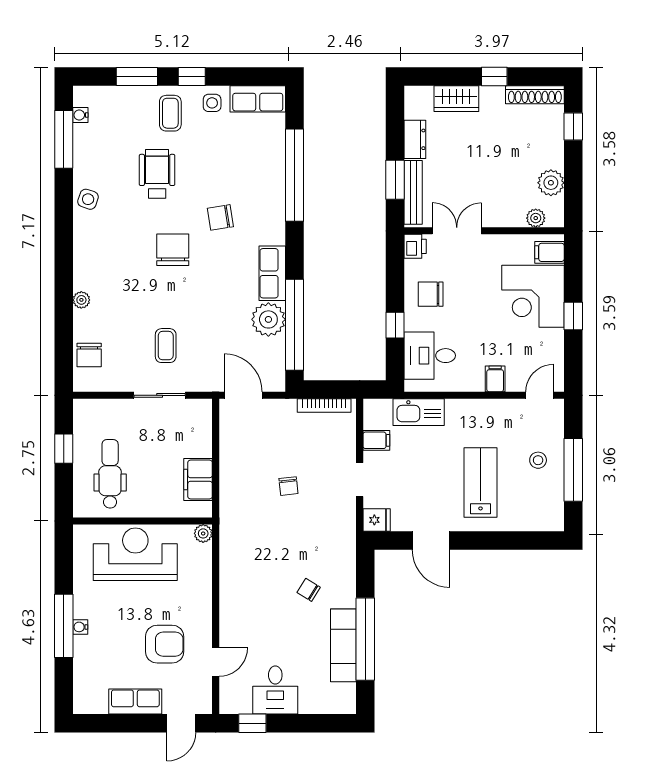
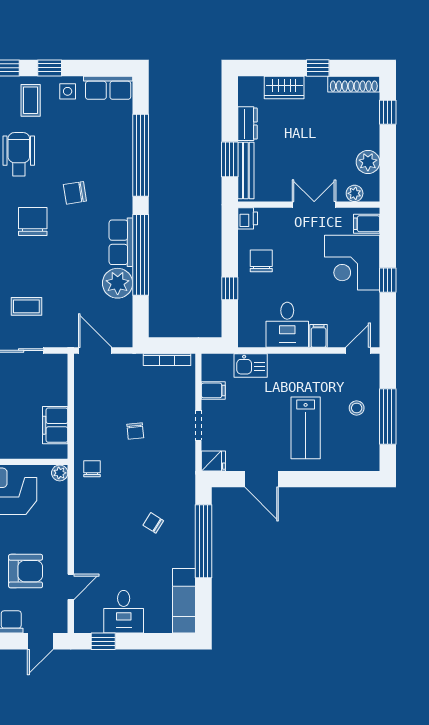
double door: (457, 231) -> (314, 205), moved
chair: (431, 294) -> (261, 261), turned 90
window: (294, 325) -> (141, 255), moved
coffee table: (166, 346) -> (26, 306), turned 90
desk: (430, 356) -> (287, 325), moved, turned -90
kitchen sink: (419, 412) -> (251, 365), width x0.73
lab bench: (481, 483) -> (306, 428), turned 180
chair: (240, 529) -> (92, 469), added
window: (365, 639) -> (203, 541), moved
exam couch: (343, 645) -> (184, 601), moved

